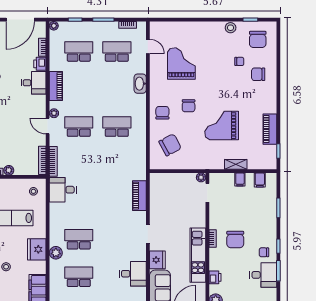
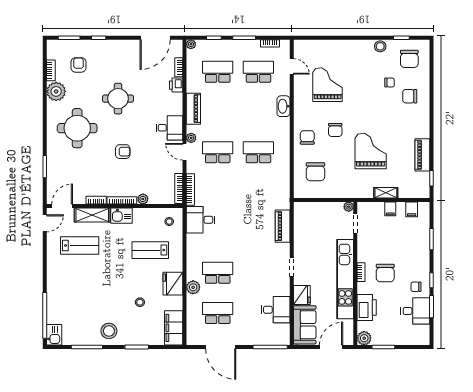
desk: (34, 83) -> (169, 128), moved
grand piano: (222, 126) -> (371, 151), turned 90
chair: (170, 145) -> (315, 172), turned 118
kitchen unit: (198, 255) -> (345, 279), width x1.36
printer: (215, 277) -> (367, 308), width x1.87, depth x1.48

